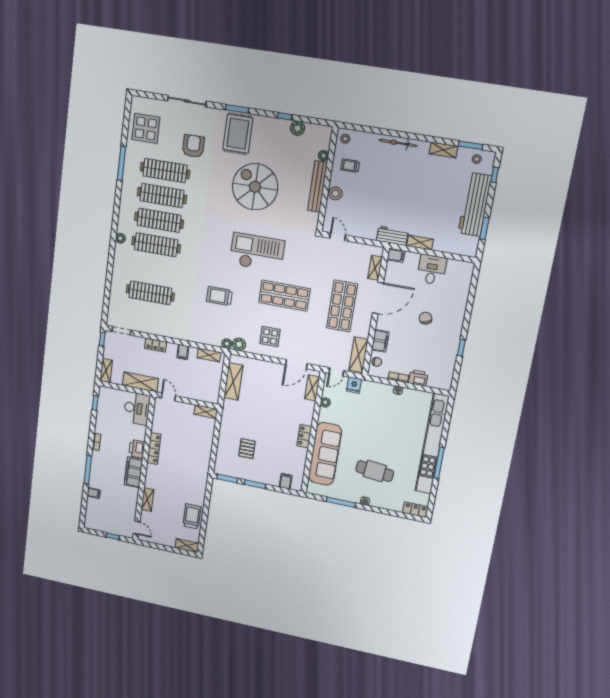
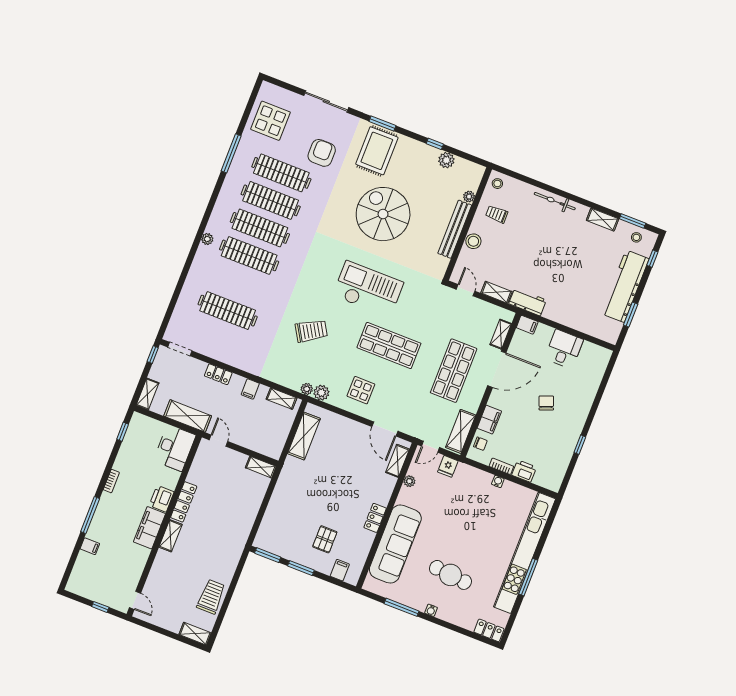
shelving: (420, 242) -> (496, 292), moved
trolley: (219, 296) -> (311, 331), turned 149
door: (296, 364) -> (385, 429), hinge flipped
pallet: (247, 449) -> (325, 539), moved
shelving: (147, 499) -> (170, 536), moved

